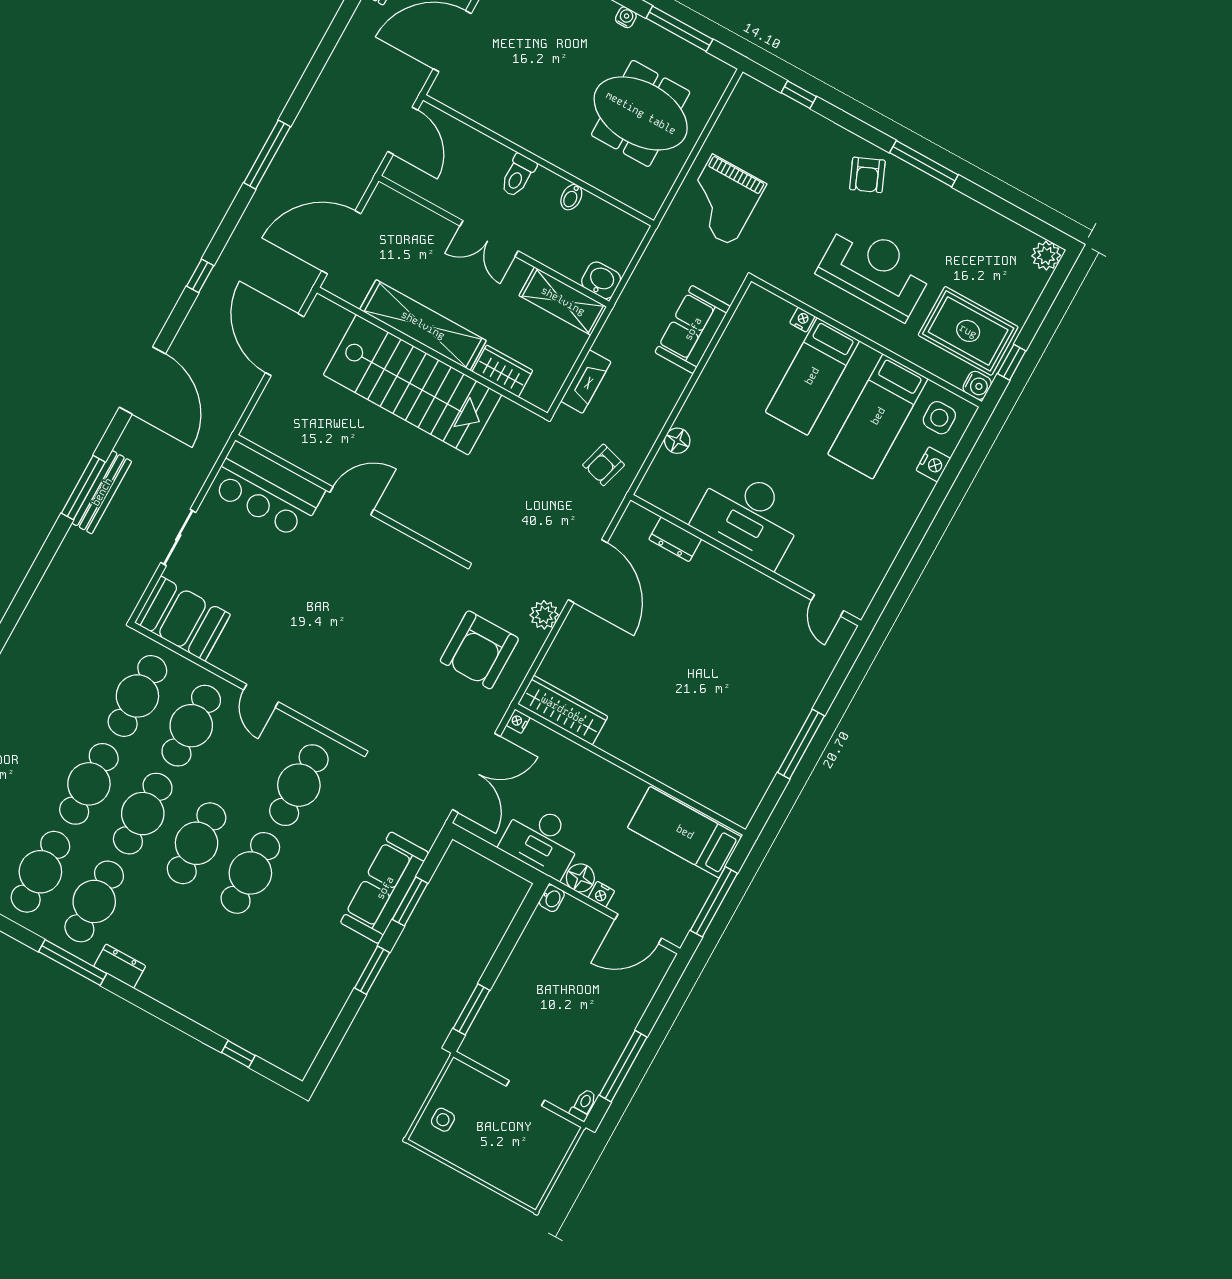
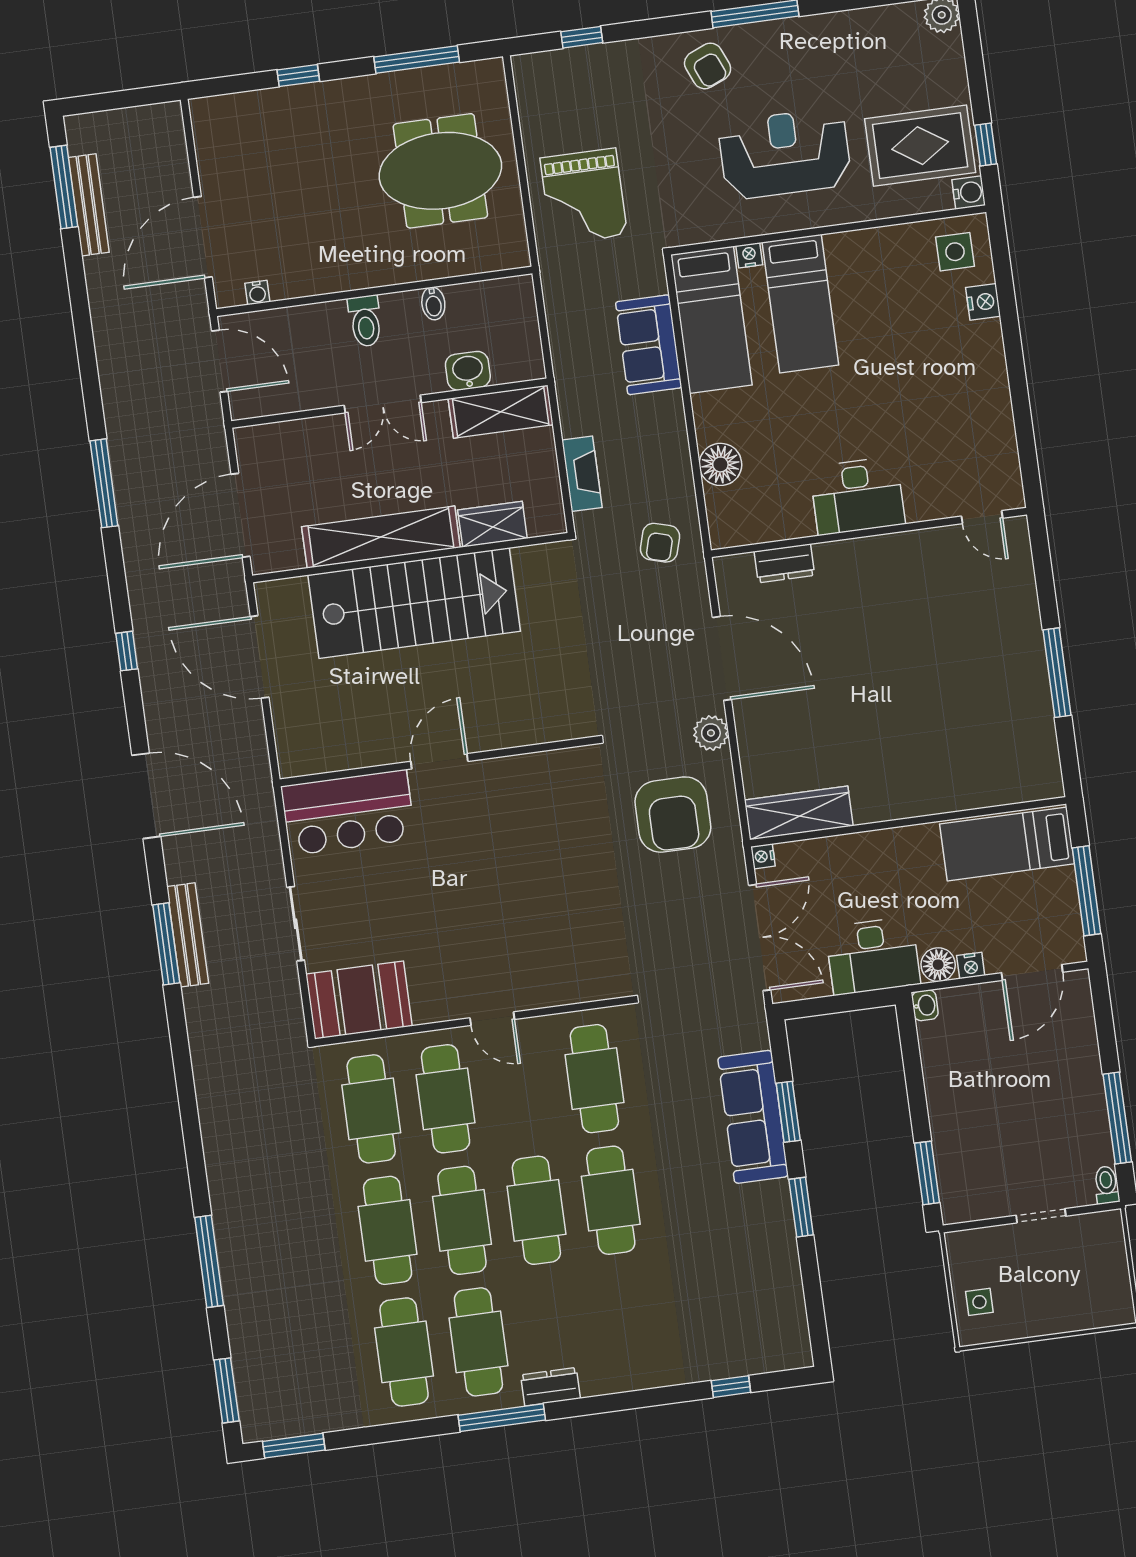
water cooler: (626, 17) -> (257, 293), moved, turned 180
washbasin: (601, 280) -> (468, 371), moved
bed: (878, 416) -> (711, 320), moved
floor lamp: (677, 441) -> (720, 464), width x1.38, depth x1.38
desk: (749, 517) -> (857, 496), width x0.73, depth x0.77

